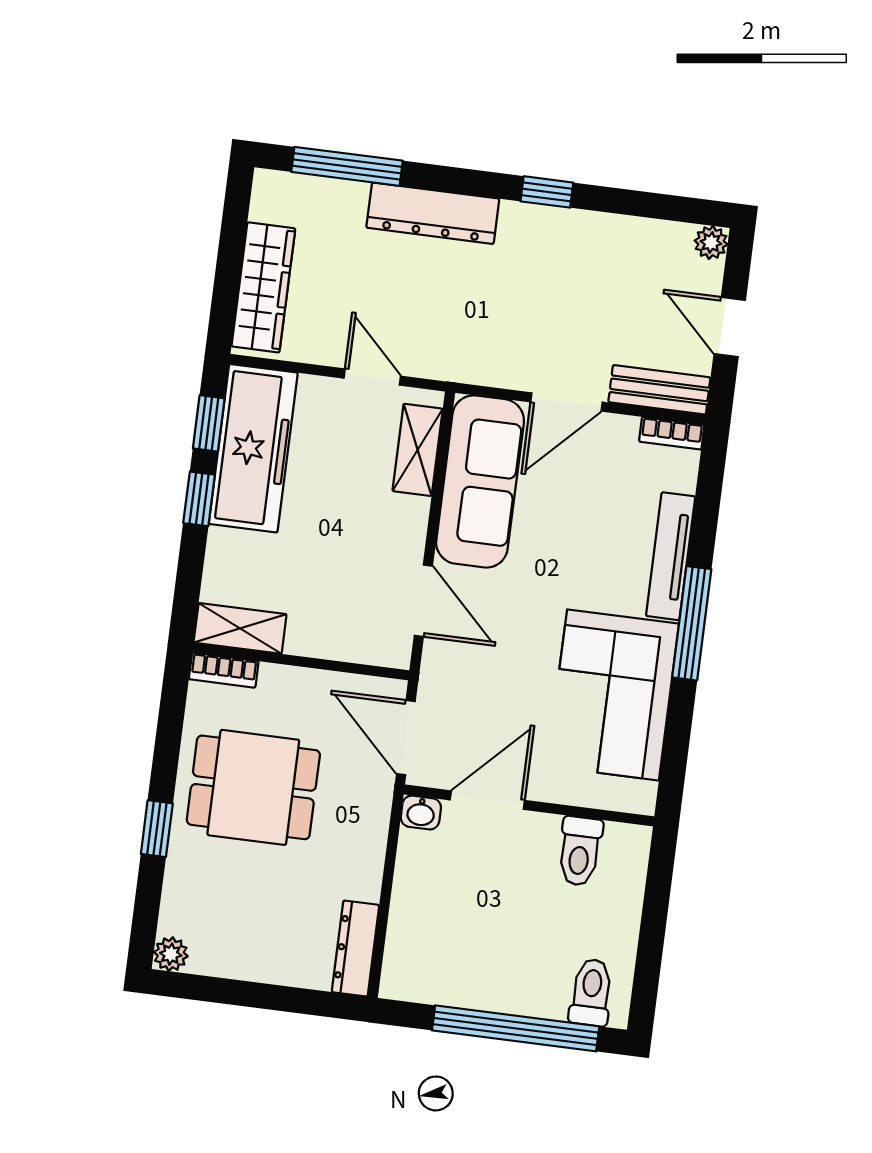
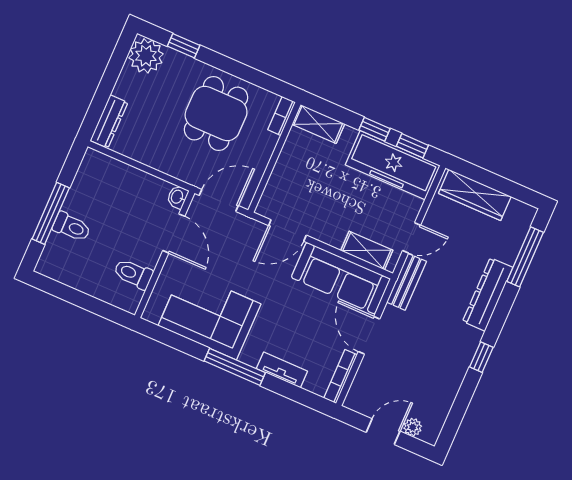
plant: (711, 243) -> (413, 427), moved
bench: (659, 390) -> (406, 282), moved
bookcase: (672, 433) -> (341, 376), width x1.56
tv unit: (671, 556) -> (282, 370), width x0.71
shelving: (240, 628) -> (318, 124), moved, turned 90
window: (157, 829) -> (184, 46), moved
dresser: (355, 948) -> (109, 121), moved, turned 90
plant: (171, 954) -> (146, 56), width x1.88, depth x1.88
toilet: (591, 992) -> (72, 227), moved
window: (516, 1028) -> (51, 213), width x0.68

